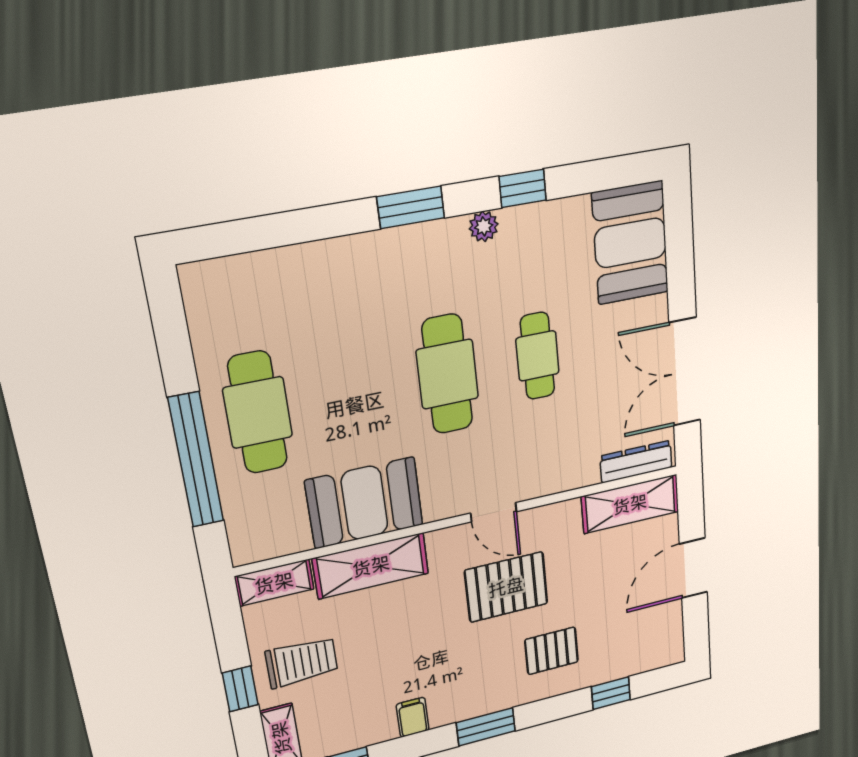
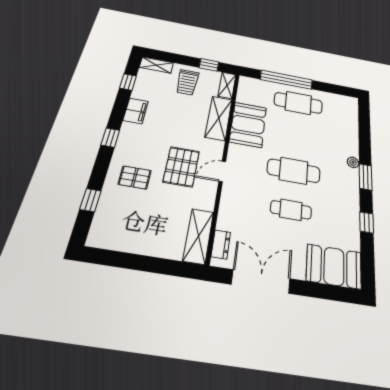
plant: (484, 226) -> (353, 162), moved
dresser: (636, 462) -> (221, 244), width x0.70
door: (693, 568) -> (143, 263), removed
pallet: (552, 651) -> (135, 177), turned 90
window: (240, 689) -> (209, 65), moved
filing cabinet: (413, 717) -> (136, 111), width x2.00
window: (486, 727) -> (110, 138), width x0.67

